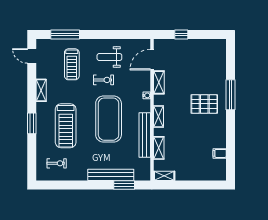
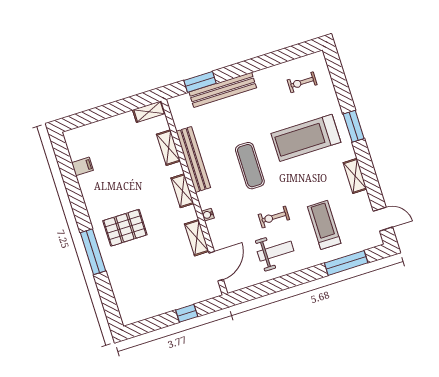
exercise mat: (109, 119) -> (250, 166), width x0.50, depth x0.69
treadmill: (66, 126) -> (306, 138), turned -90

